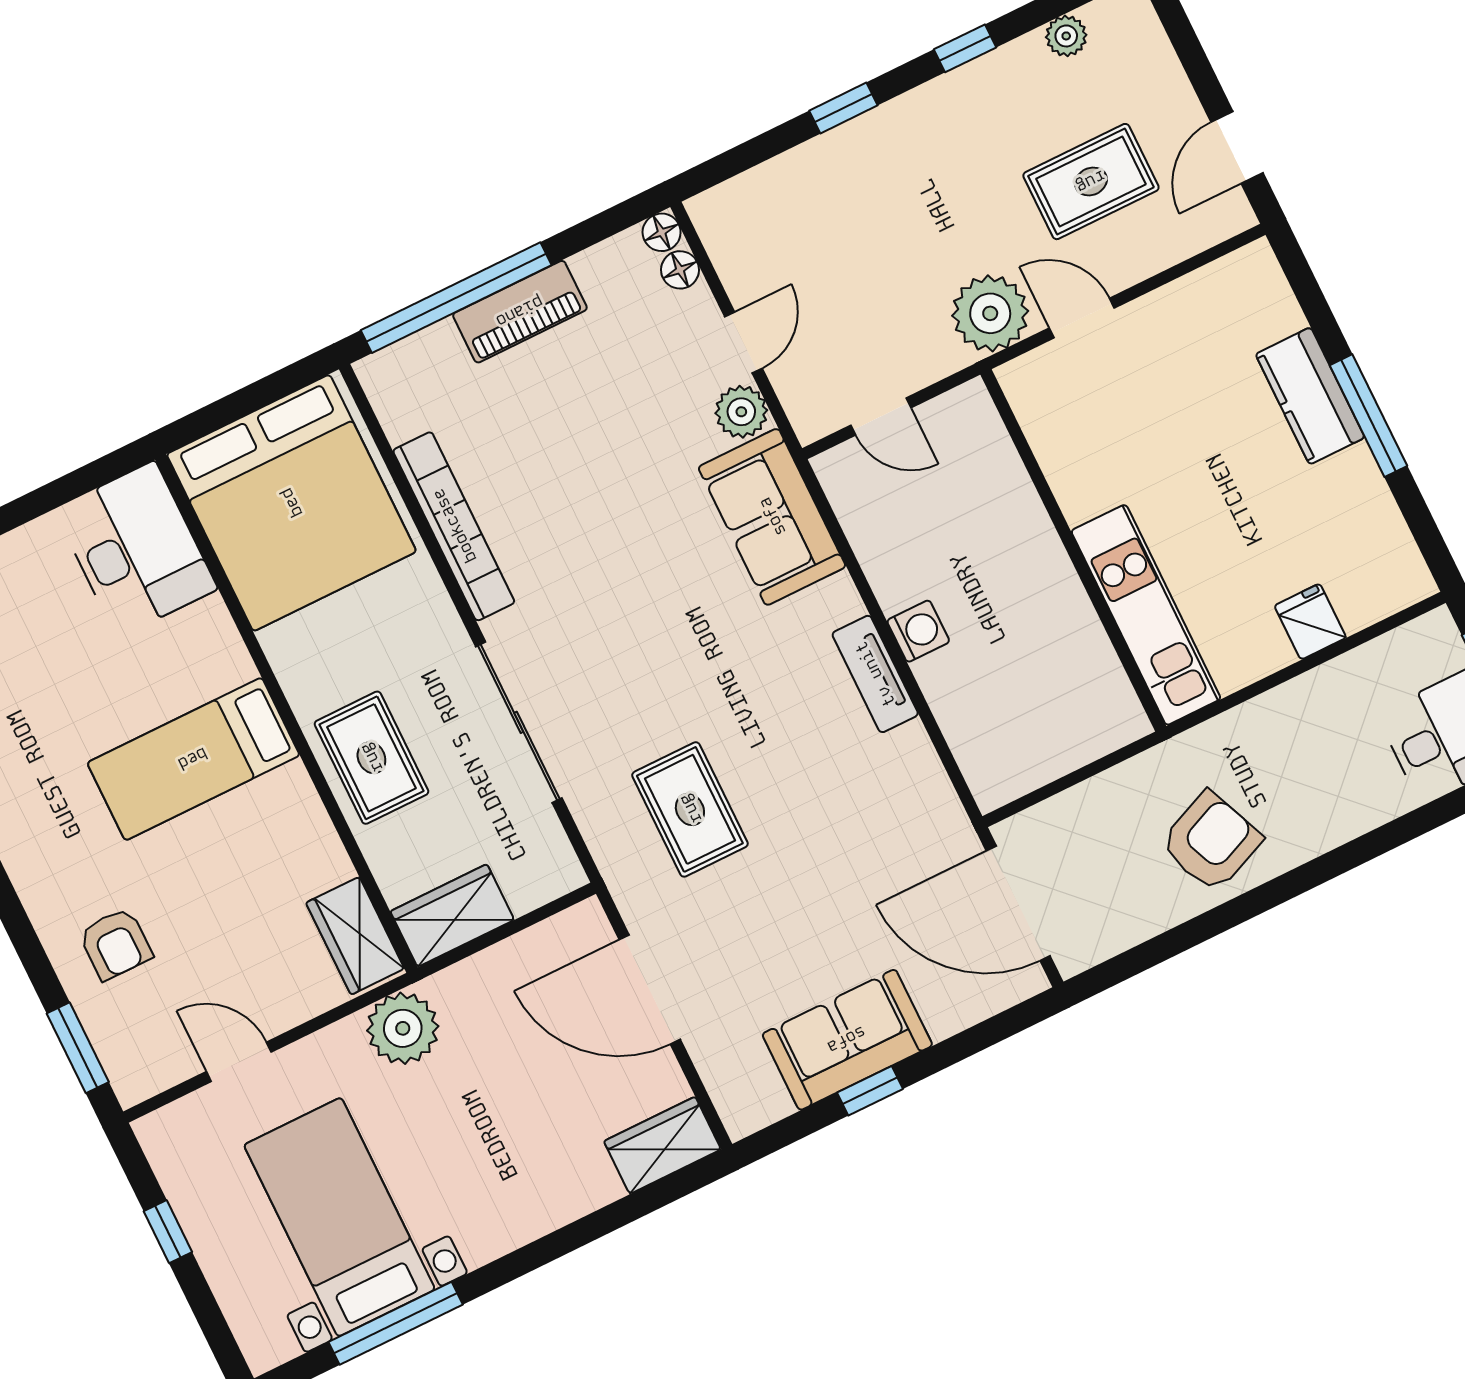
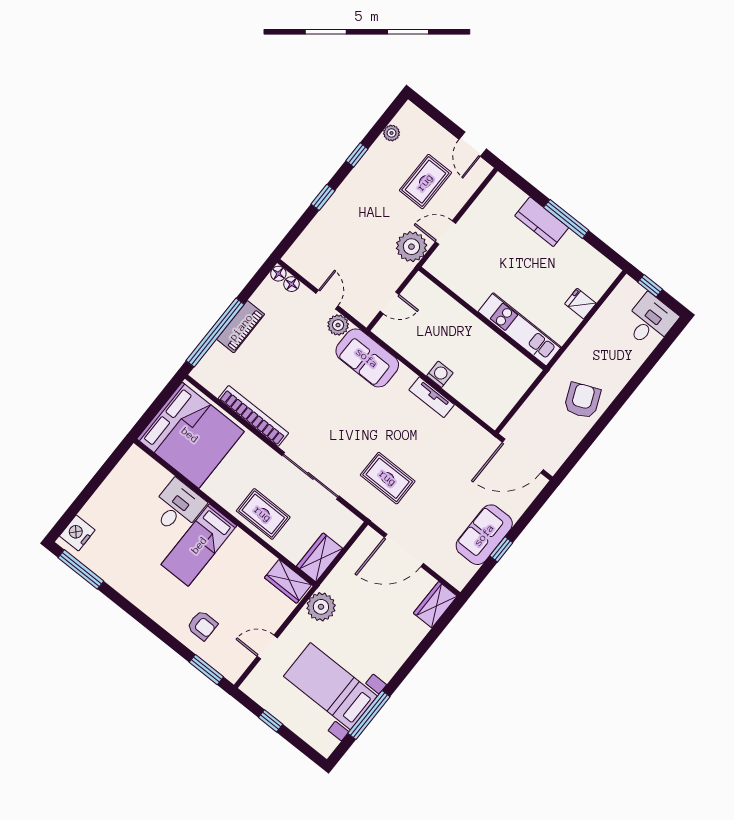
desk: (136, 549) -> (178, 507), moved, width x0.73

